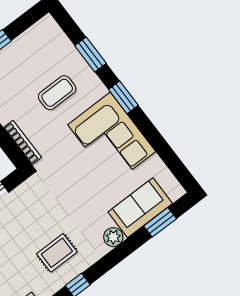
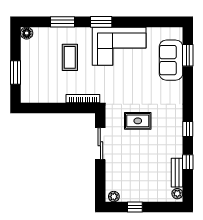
floor lamp: (47, 24) -> (27, 33), added
plant: (113, 237) -> (176, 88), removed
rug: (57, 253) -> (138, 121), moved, turned 90

